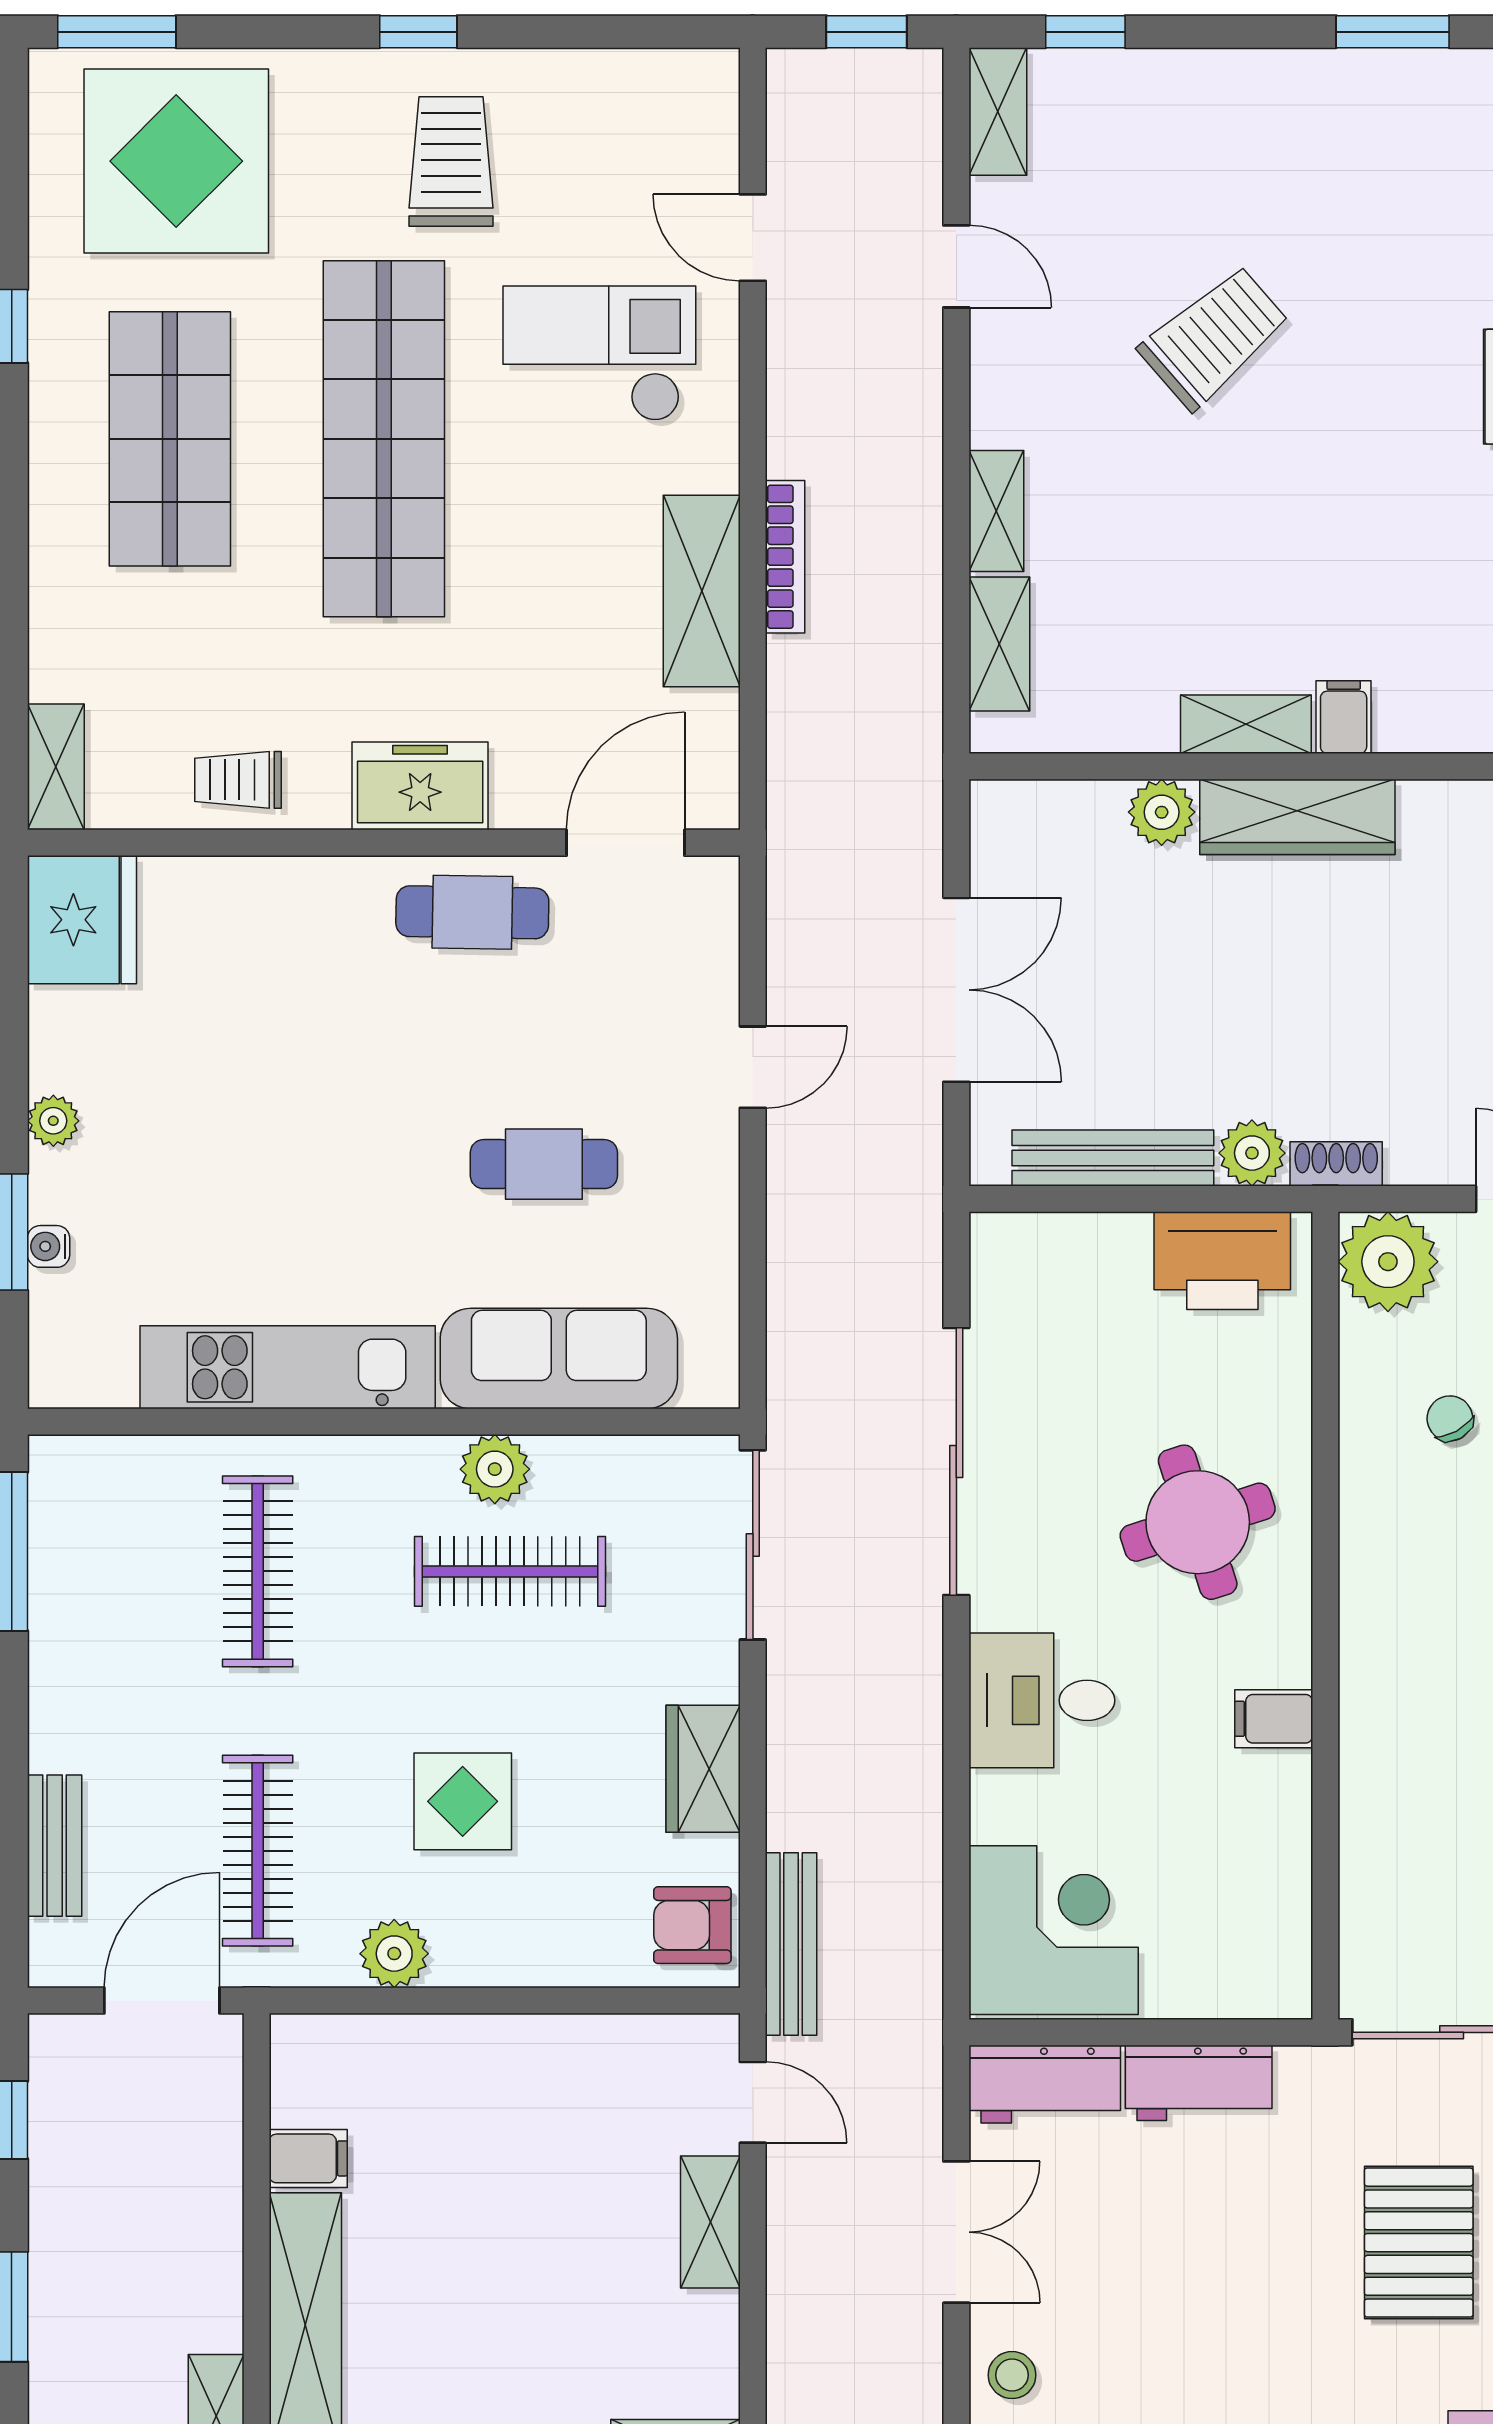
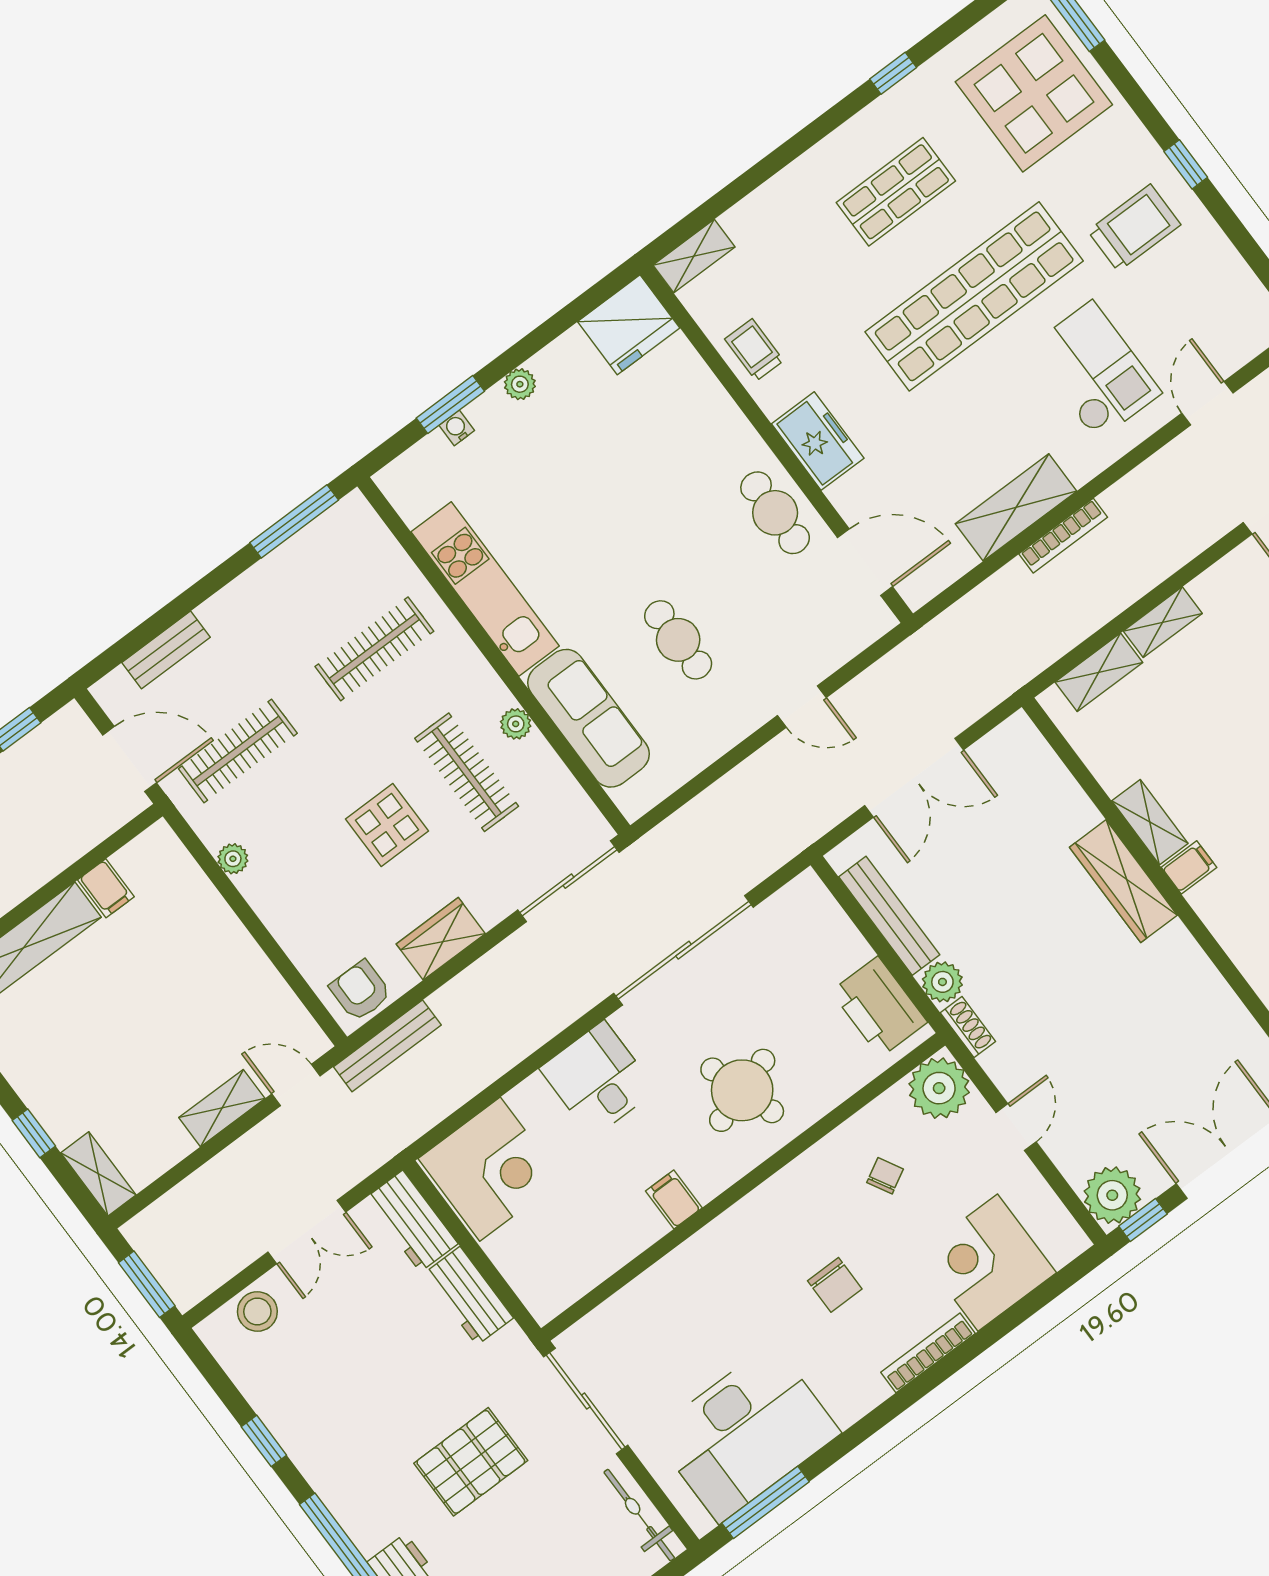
shop shelf: (170, 439) -> (896, 192), width x0.70, depth x0.74
plant: (1162, 812) -> (1076, 813), removed
plant: (495, 1469) -> (516, 724), width x0.73, depth x0.73
display table: (463, 1801) -> (387, 825), moved
plant: (394, 1954) -> (233, 859), width x0.73, depth x0.73
door: (753, 2102) -> (296, 1085), swing flipped
stool: (1012, 2375) -> (257, 1311), width x1.37, depth x1.37

